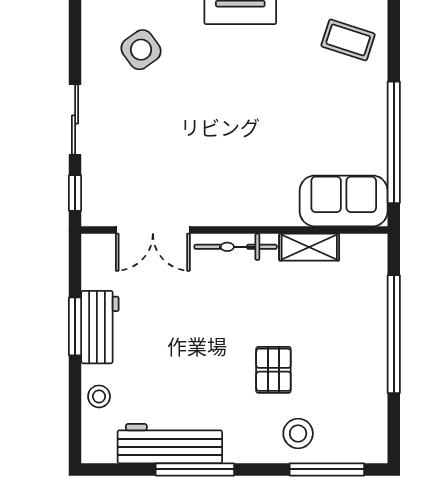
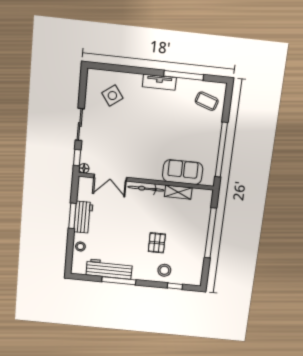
sofa: (344, 201) -> (183, 172), moved
floor lamp: (92, 215) -> (84, 168), added
window: (327, 469) -> (175, 286), width x0.46

